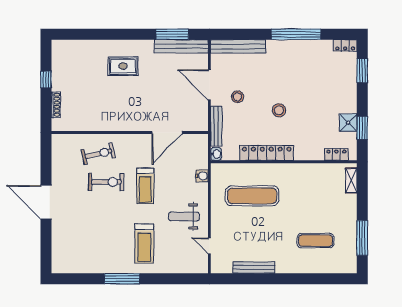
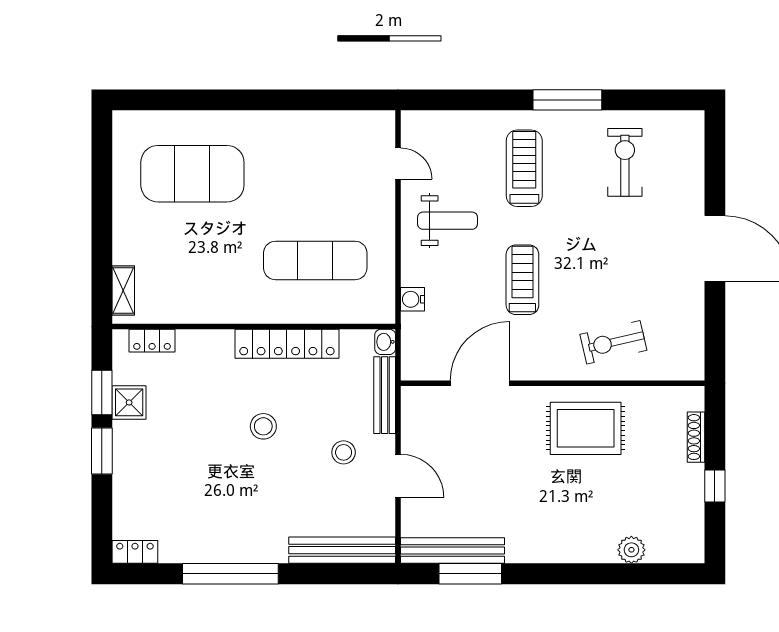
plant: (89, 47) -> (631, 550), added
rug: (123, 66) -> (586, 428), moved, width x1.36, depth x1.43
window: (362, 71) -> (102, 451), moved
door: (209, 85) -> (398, 476), width x0.73
exercise bike: (106, 182) -> (625, 162), moved, turned 90
window: (362, 238) -> (102, 179), removed
exercise mat: (315, 241) -> (192, 174), width x2.00, depth x1.45
bench: (254, 268) -> (312, 122), removed

